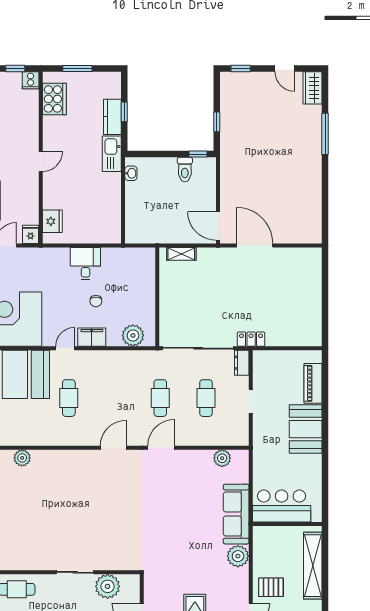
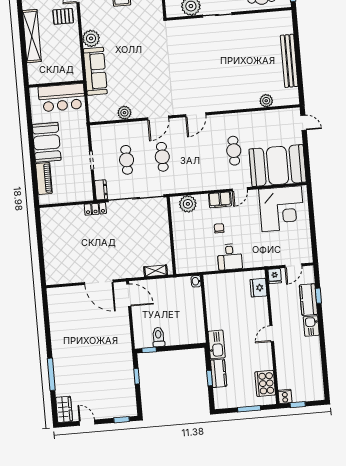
washbasin: (131, 173) -> (196, 281), moved
plant: (222, 458) -> (124, 113), moved
bar counter: (282, 506) -> (62, 98), moved
wall: (287, 524) -> (56, 84), moved

